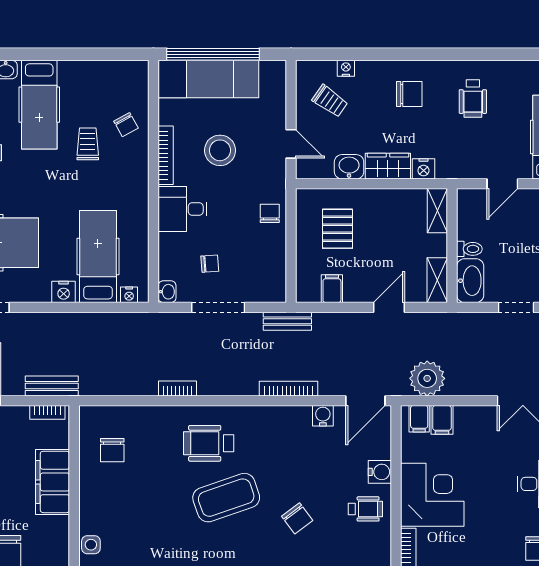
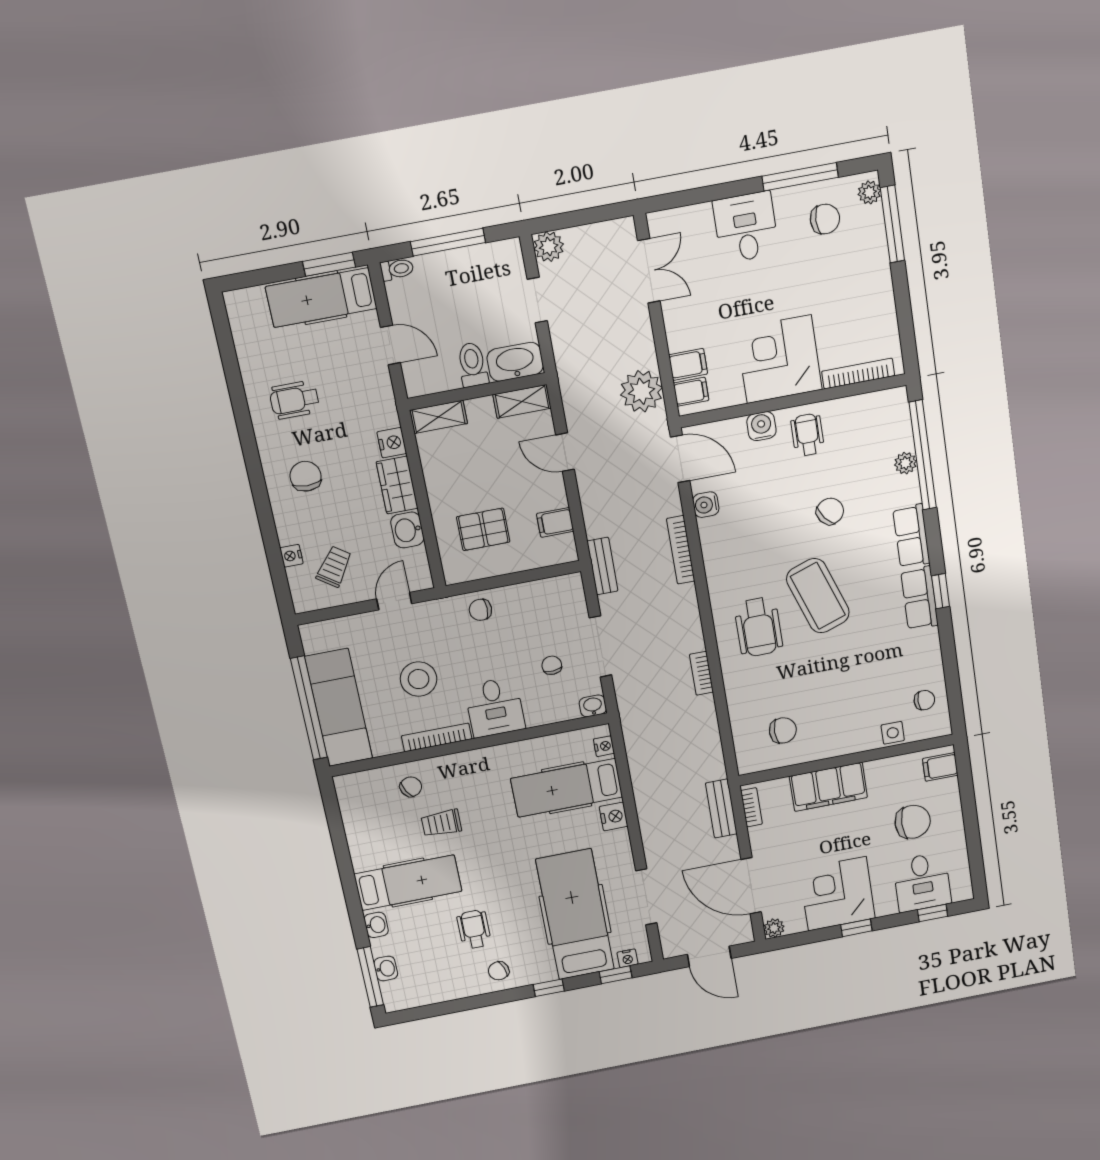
wheelchair: (473, 99) -> (294, 400), turned 180
toilet: (469, 249) -> (472, 365), width x1.37, depth x1.39

